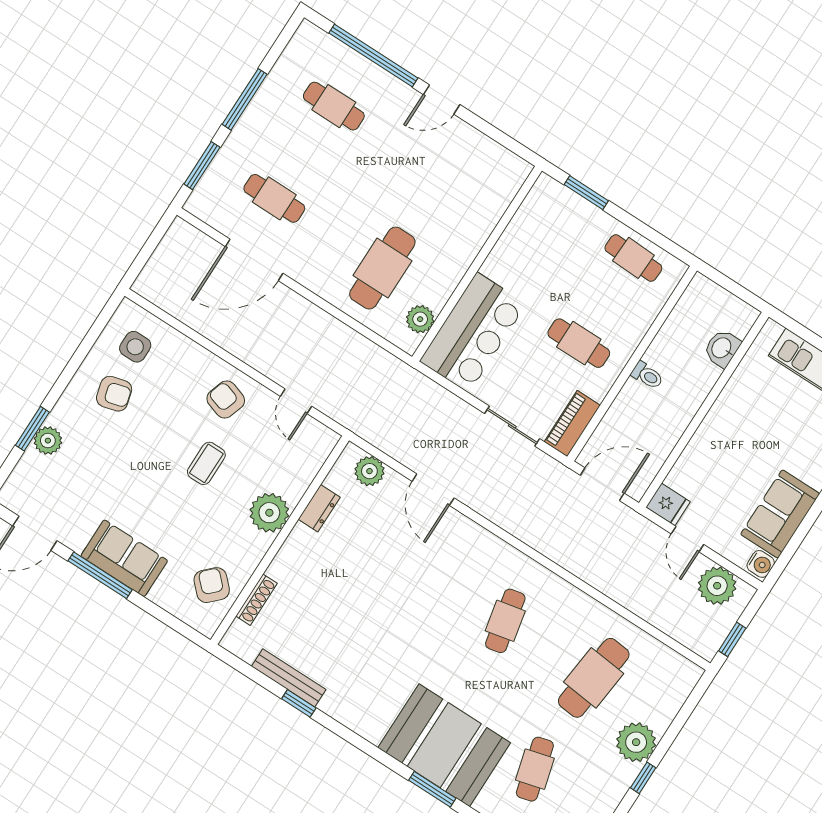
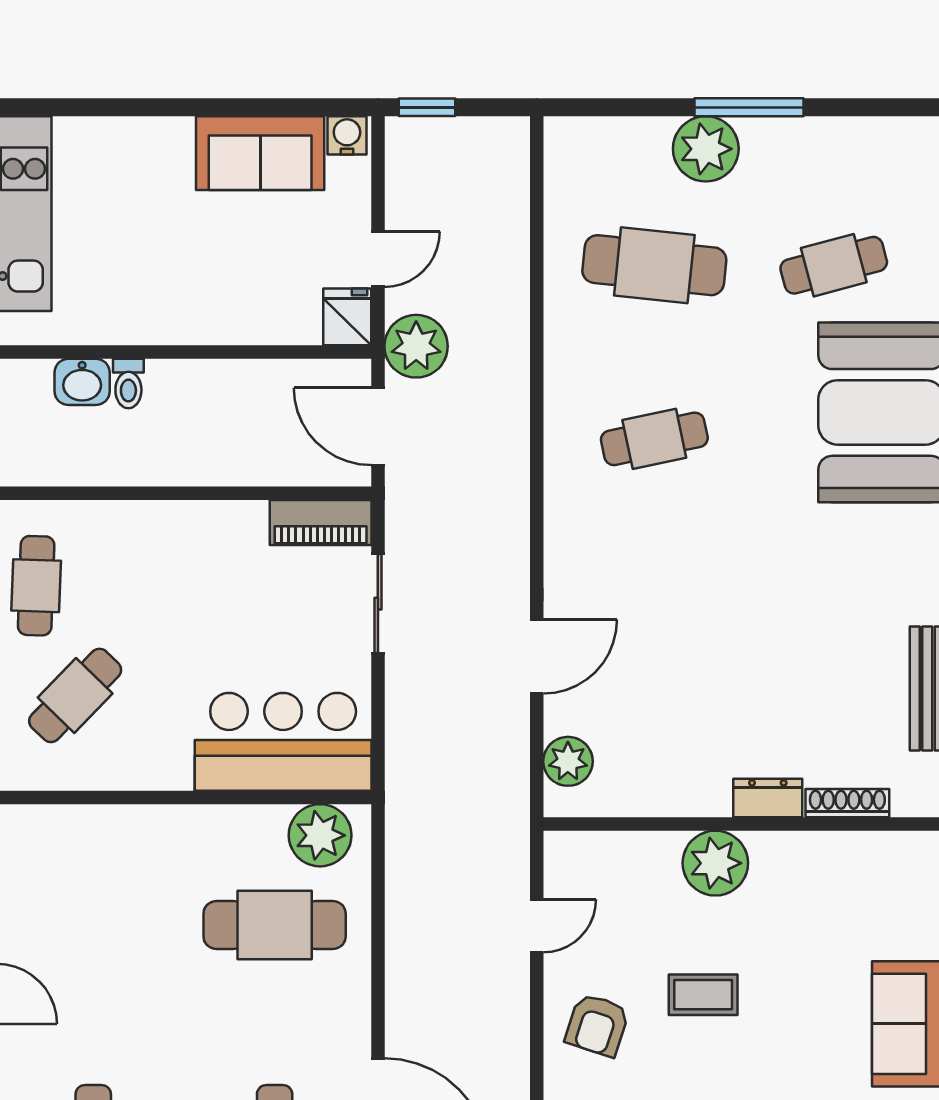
plant: (420, 319) -> (320, 835), width x1.36, depth x1.36
cafe table: (579, 343) -> (75, 695), moved, turned 44
toilet: (647, 375) -> (128, 384), moved, turned 180
dresser: (319, 508) -> (768, 798), moved
armchair: (212, 585) -> (867, 878), removed
plant: (717, 586) -> (416, 346), moved
window: (732, 639) -> (427, 107), moved
window: (643, 778) -> (749, 107), width x2.17

